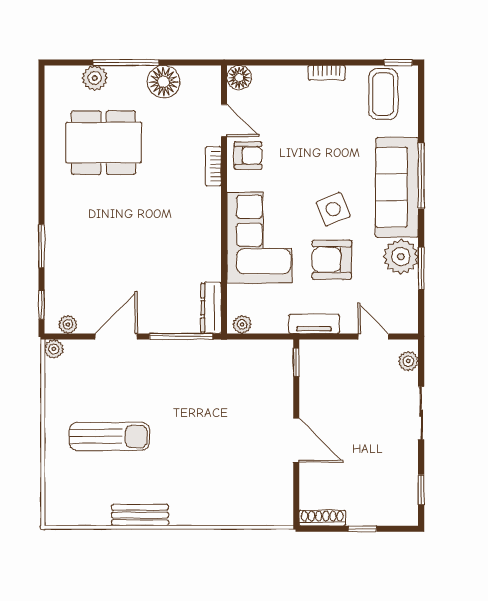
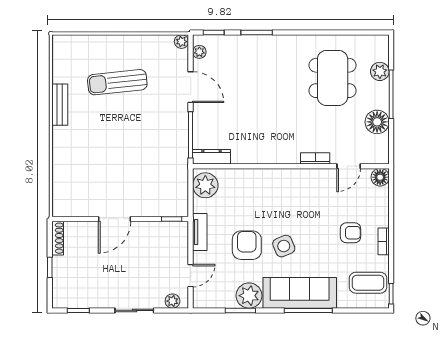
armchair: (248, 156) -> (350, 233), moved, turned -90
corner sofa: (259, 238) -> (263, 192), removed
plant: (242, 324) -> (205, 185), width x1.88, depth x1.88
sun lounger: (109, 436) -> (117, 82), turned 84

